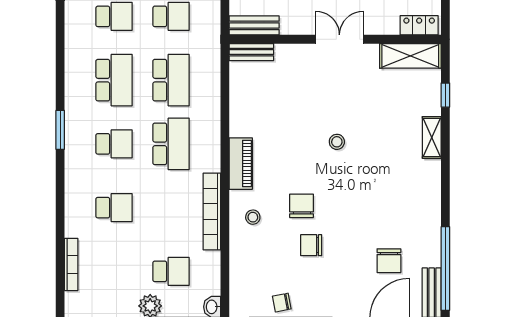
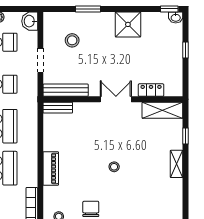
bench: (254, 25) -> (66, 90), width x1.36
locker: (419, 25) -> (151, 90), moved
piano: (241, 164) -> (51, 168), moved

